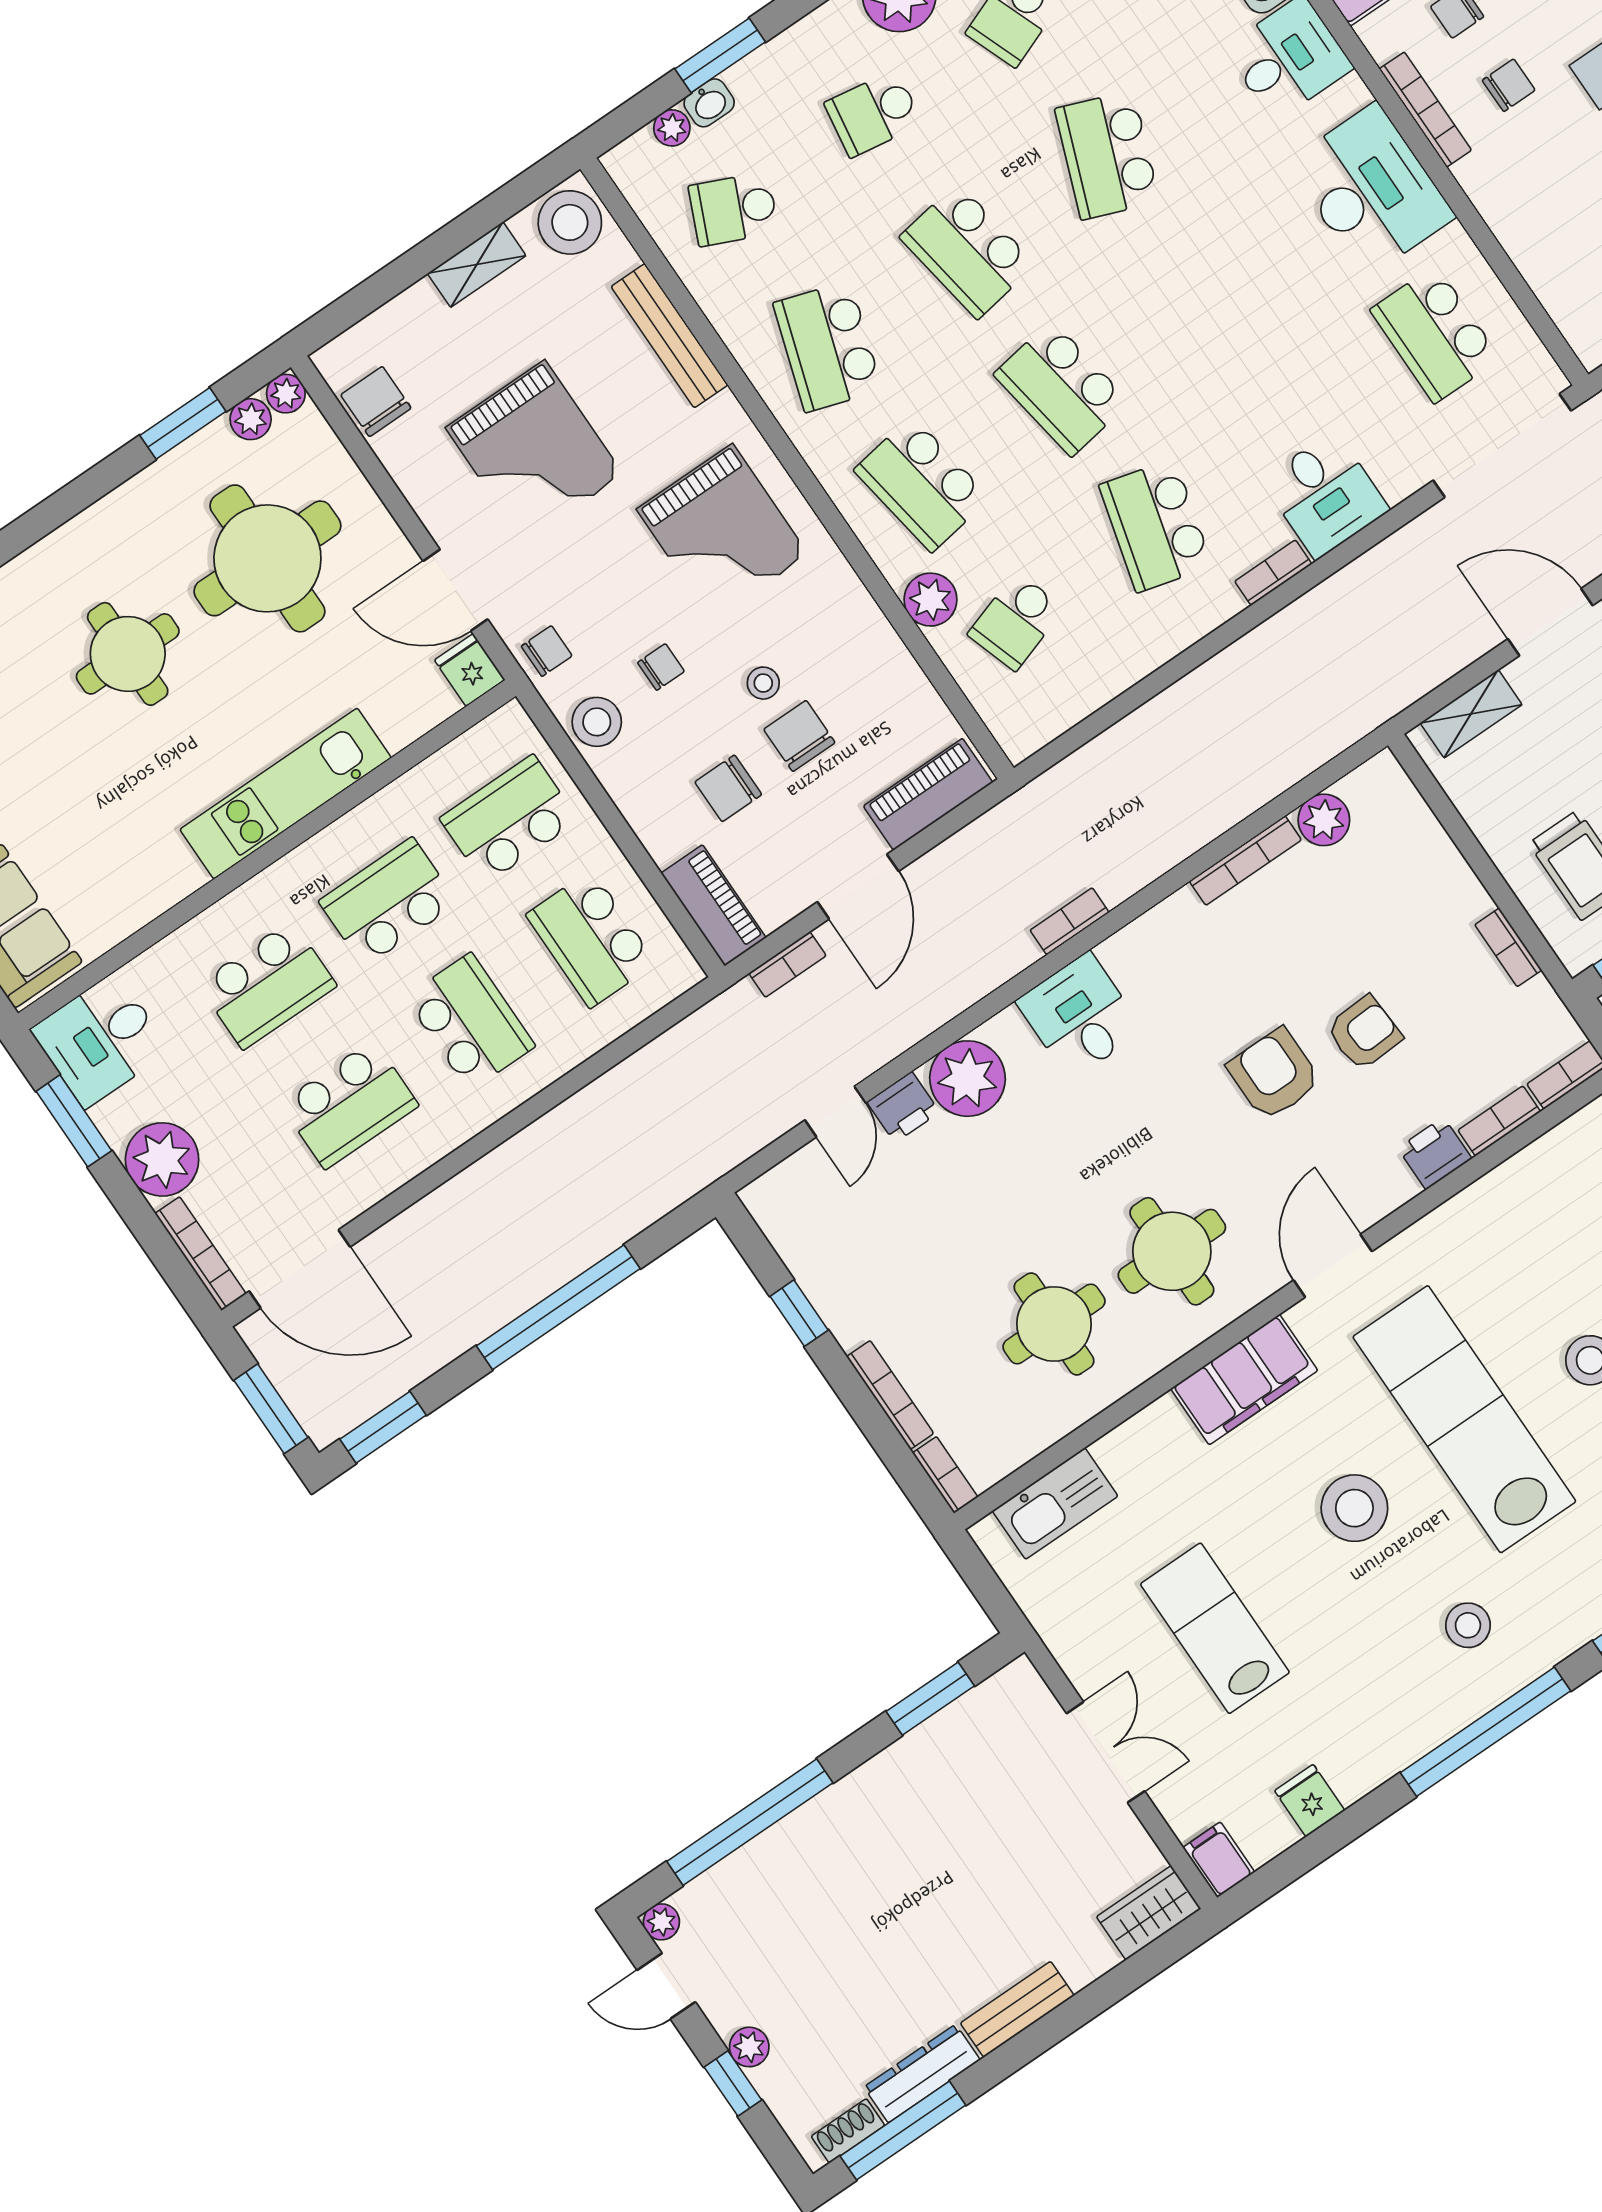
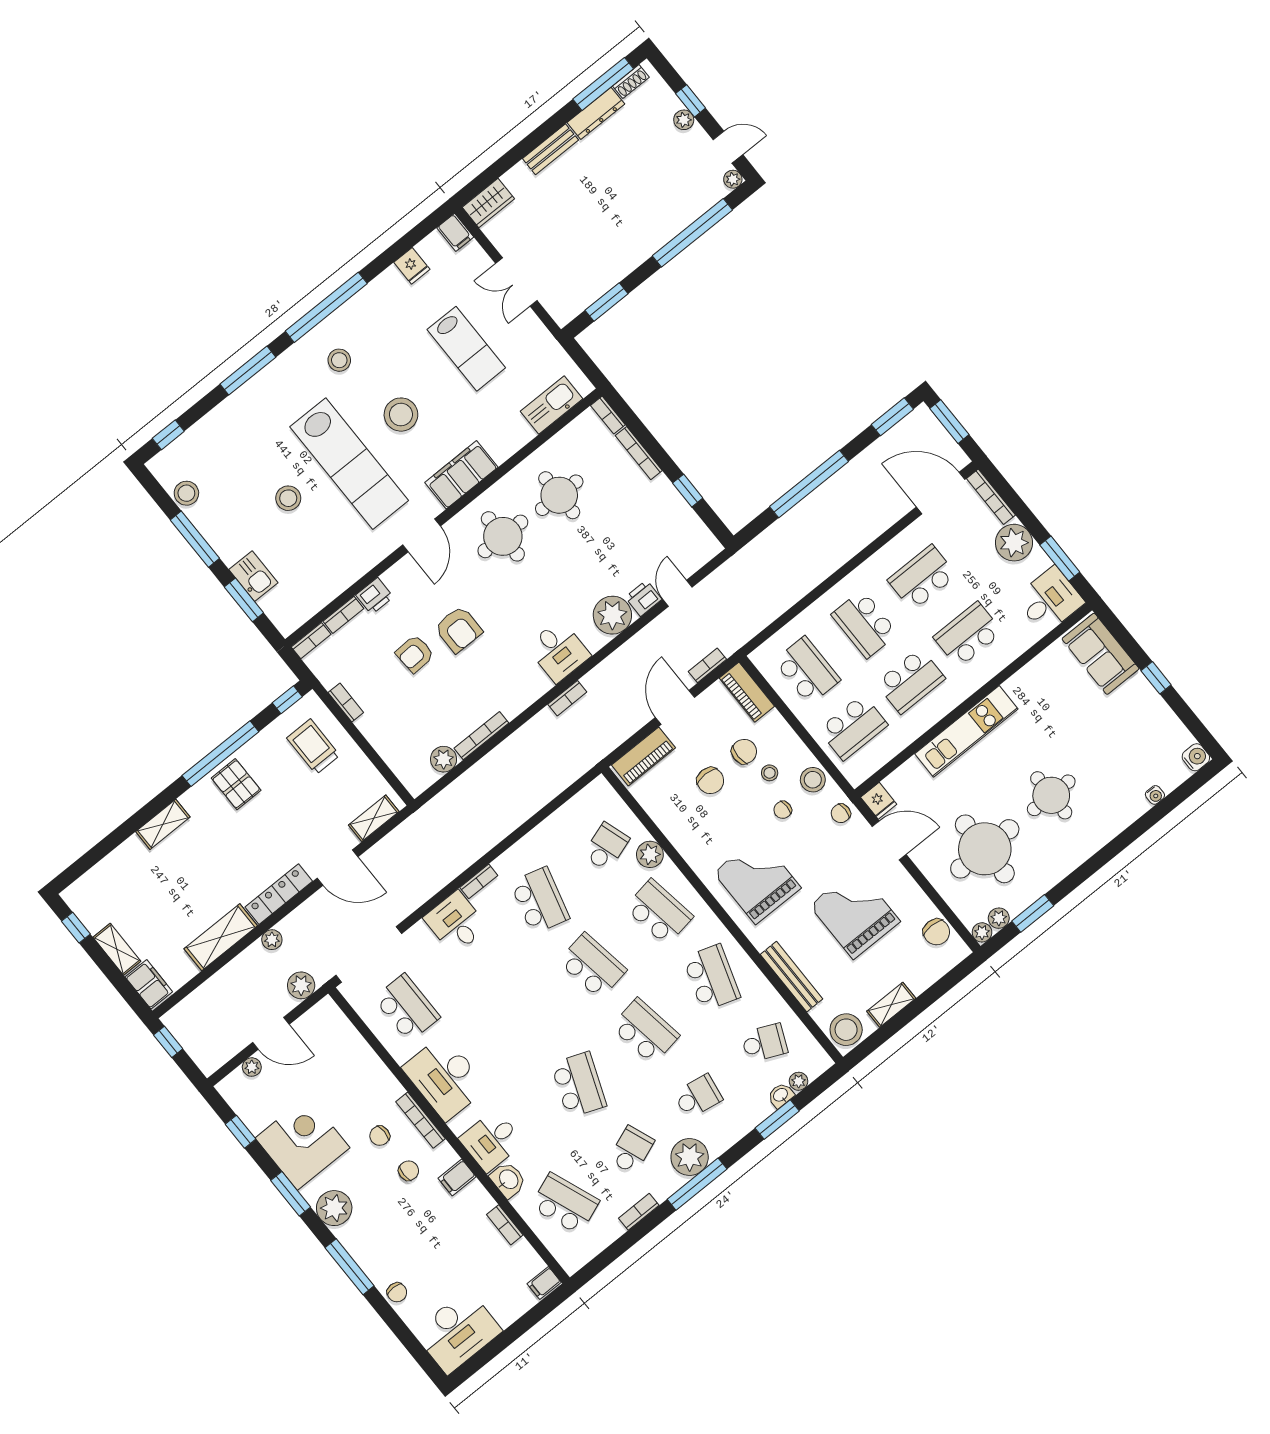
stool: (763, 683) -> (770, 773), moved

